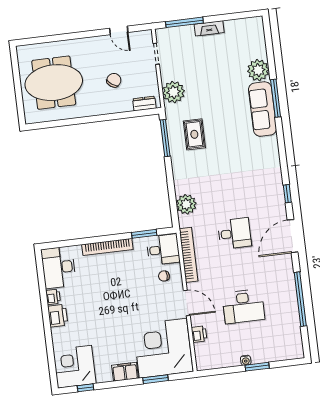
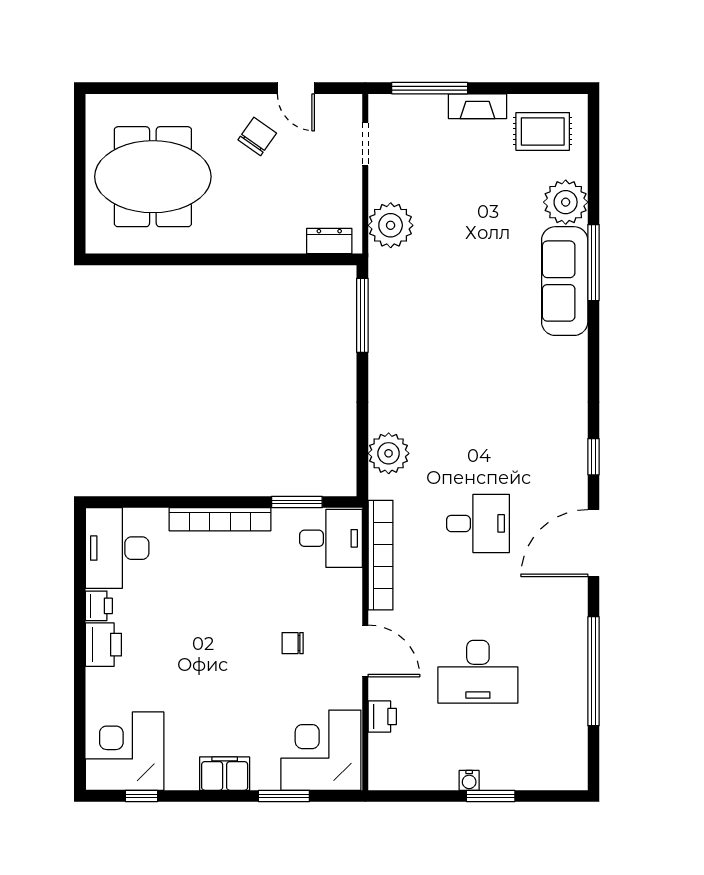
chair: (114, 80) -> (257, 136), moved
rug: (194, 134) -> (543, 131), moved, turned 90
chair: (164, 276) -> (293, 643), moved
corner desk: (163, 348) -> (321, 750), width x0.74, depth x0.74

